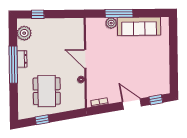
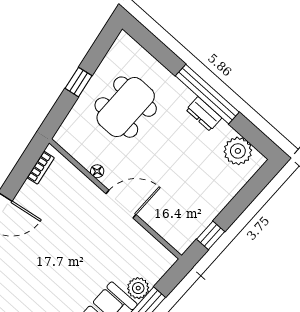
window: (38, 14) -> (211, 235), moved
dining table: (47, 91) -> (126, 107), turned 90
window: (42, 120) -> (78, 82), moved

